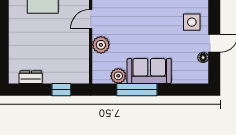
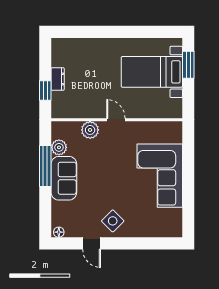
side table: (192, 22) -> (113, 221), turned 45
floor lamp: (203, 57) -> (59, 232), moved
dresser: (31, 77) -> (58, 79), moved

